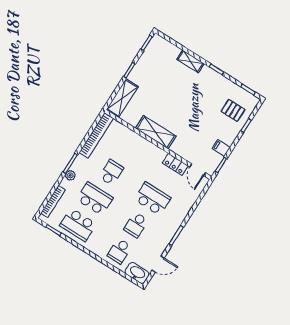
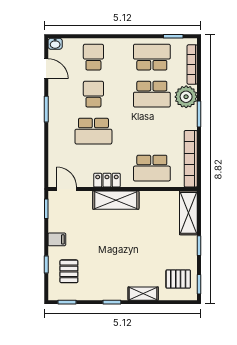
pallet: (159, 56) -> (178, 279), added
pallet: (233, 110) -> (69, 271), turned 90
shelving: (156, 132) -> (116, 200), moved
filing cabinet: (221, 148) -> (57, 239), moved
locker: (175, 164) -> (107, 180), moved
school desk: (111, 172) -> (152, 168), moved, width x1.85
plant: (70, 175) -> (186, 97), width x1.87, depth x1.87
door: (158, 264) -> (46, 69), swing flipped
washbasin: (137, 273) -> (55, 44), width x0.52, depth x0.69

